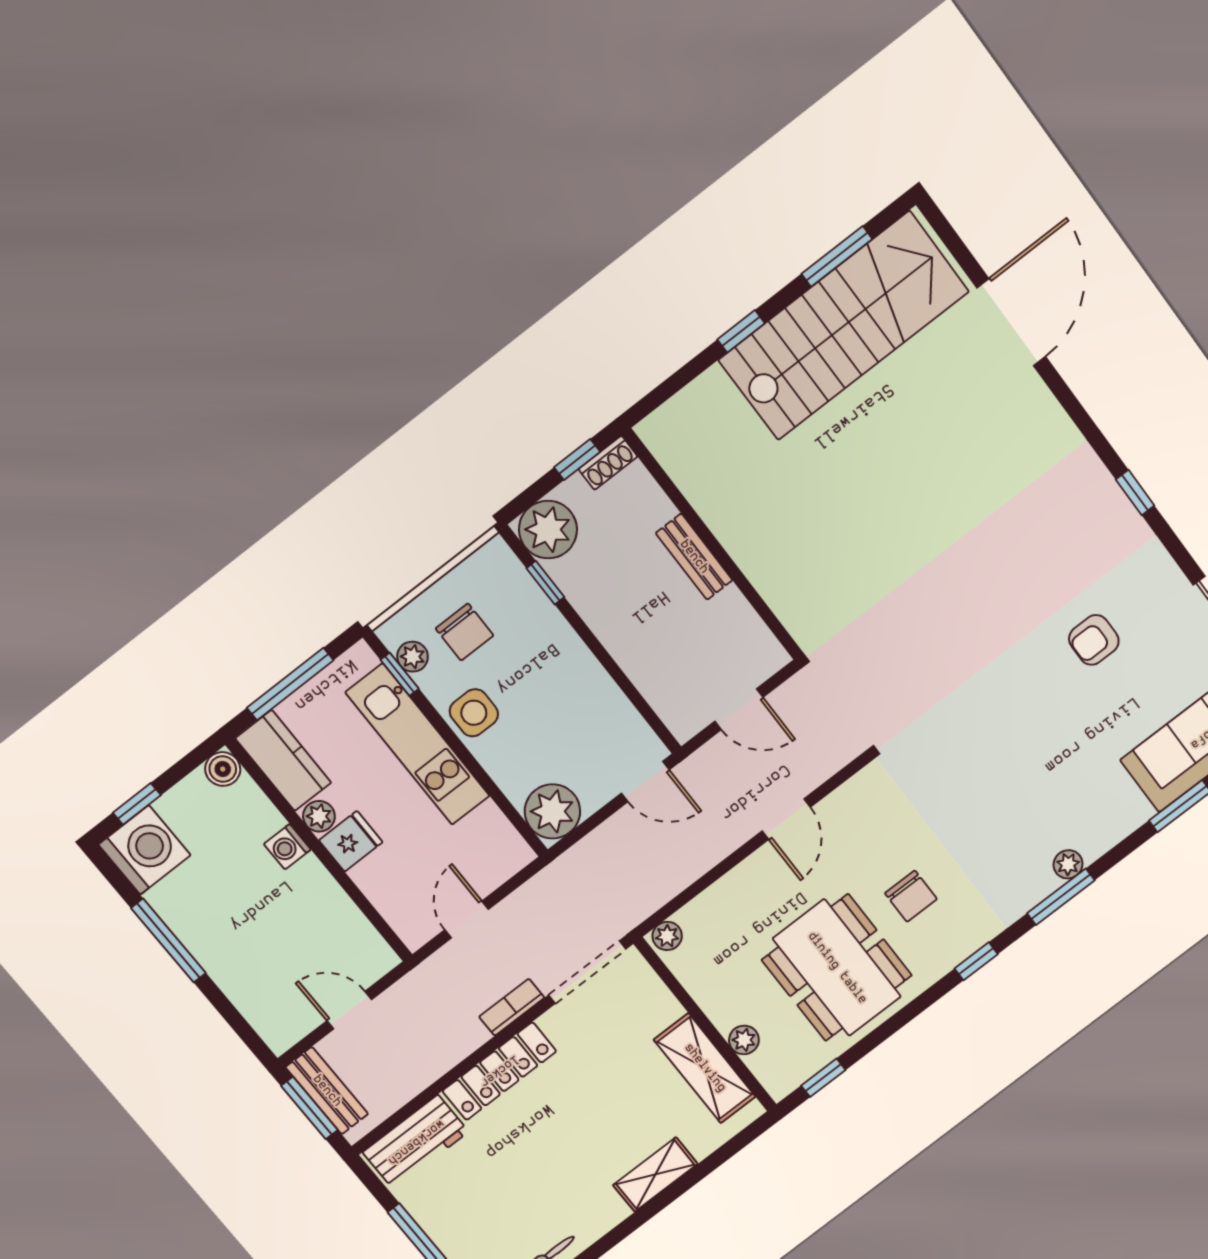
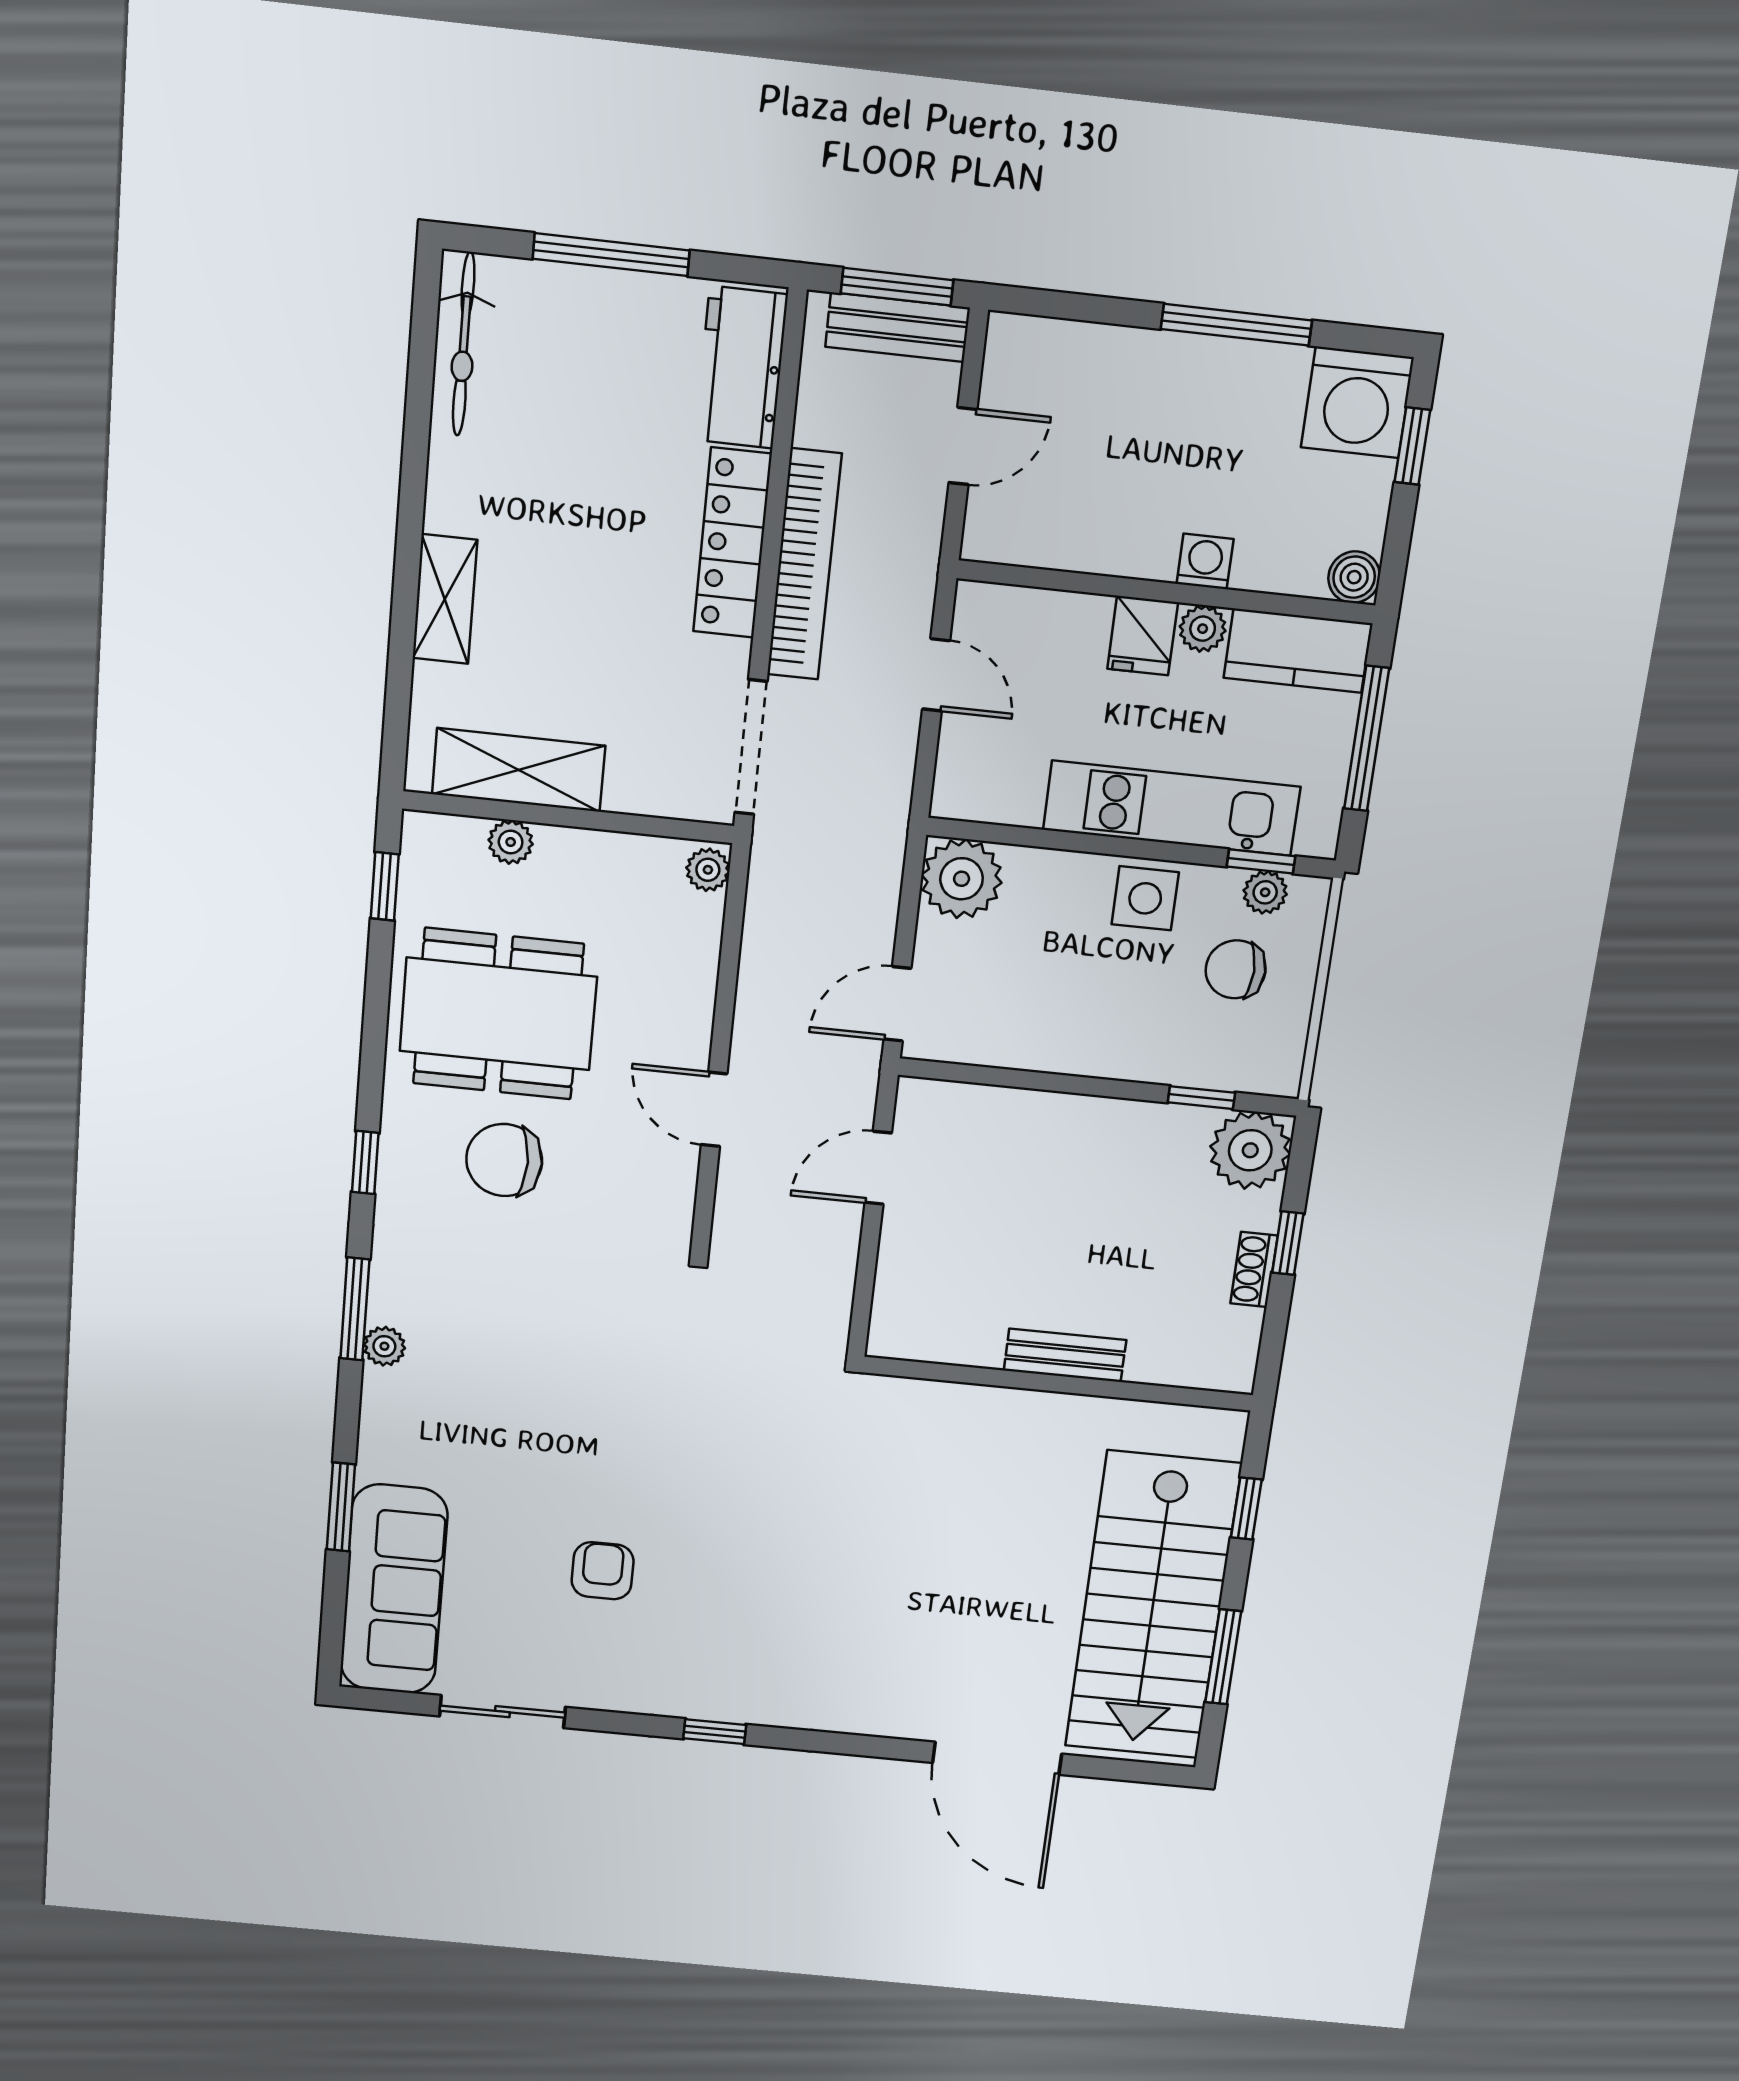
wall: (713, 545) -> (1058, 1384), moved
bench: (694, 557) -> (1065, 1355), moved
chair: (911, 896) -> (504, 1160), width x1.37, depth x1.37
bookcase: (512, 1007) -> (804, 565), width x2.31, depth x1.31

